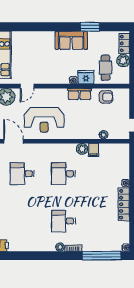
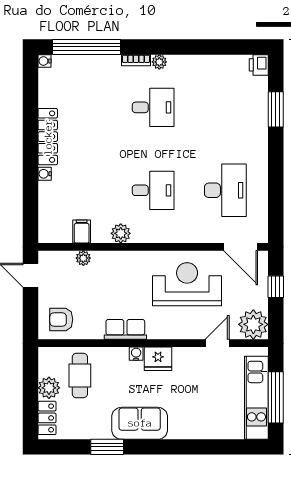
fridge: (86, 77) -> (158, 359), moved
armchair: (106, 97) -> (61, 320), moved
filing cabinet: (94, 150) -> (82, 232), moved
desk: (22, 174) -> (225, 190), width x1.37

